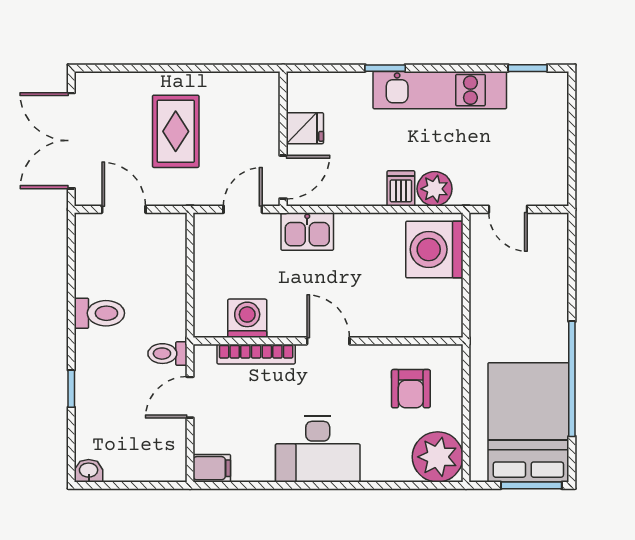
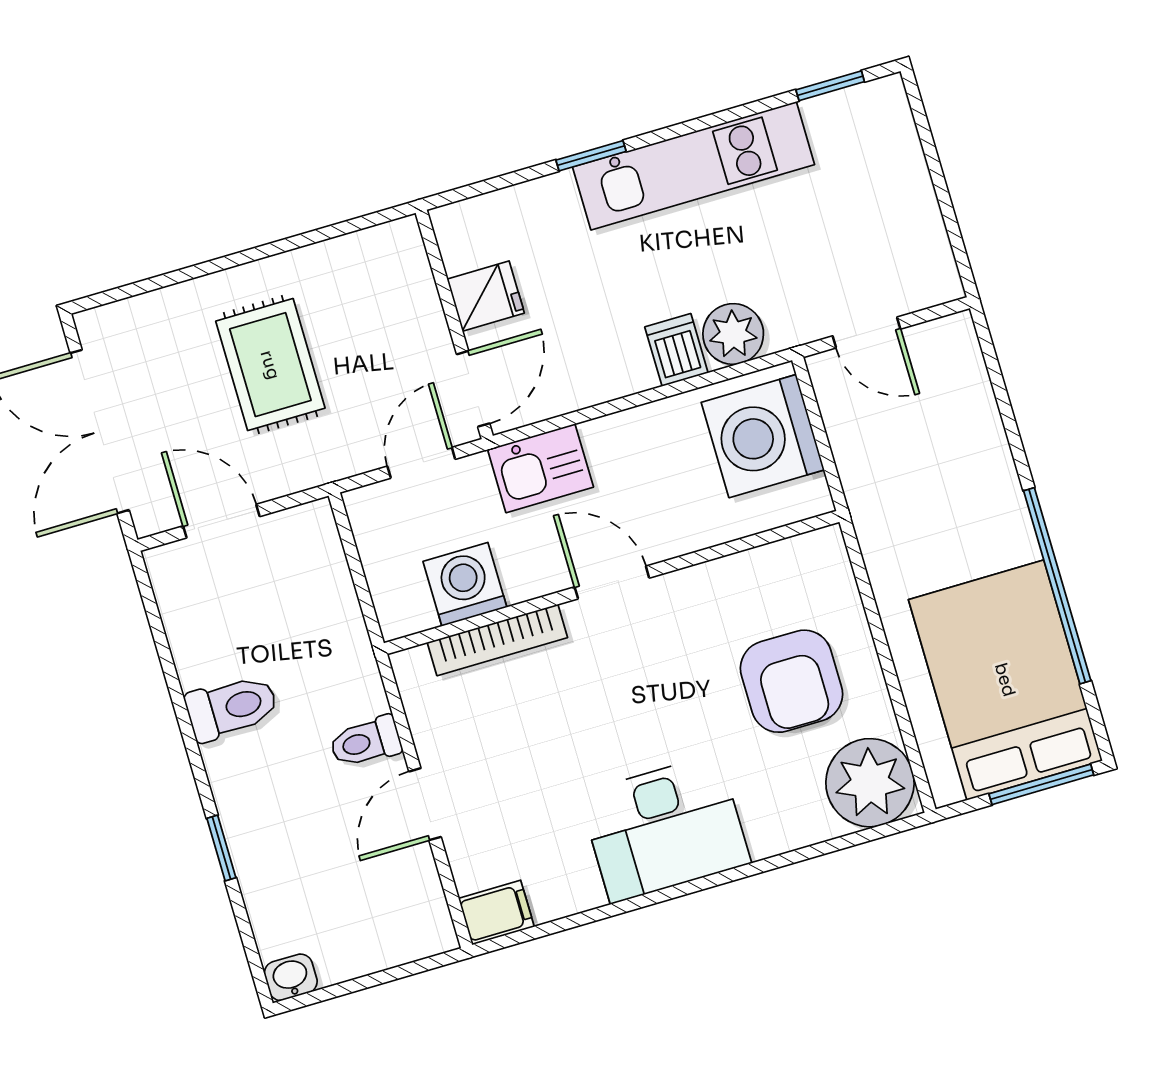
washing machine: (247, 318) -> (465, 584), moved
door: (328, 341) -> (612, 582), moved
wall: (328, 341) -> (612, 582), moved
bookcase: (256, 354) -> (497, 640), moved
armchair: (411, 389) -> (791, 681), width x1.38, depth x1.38

